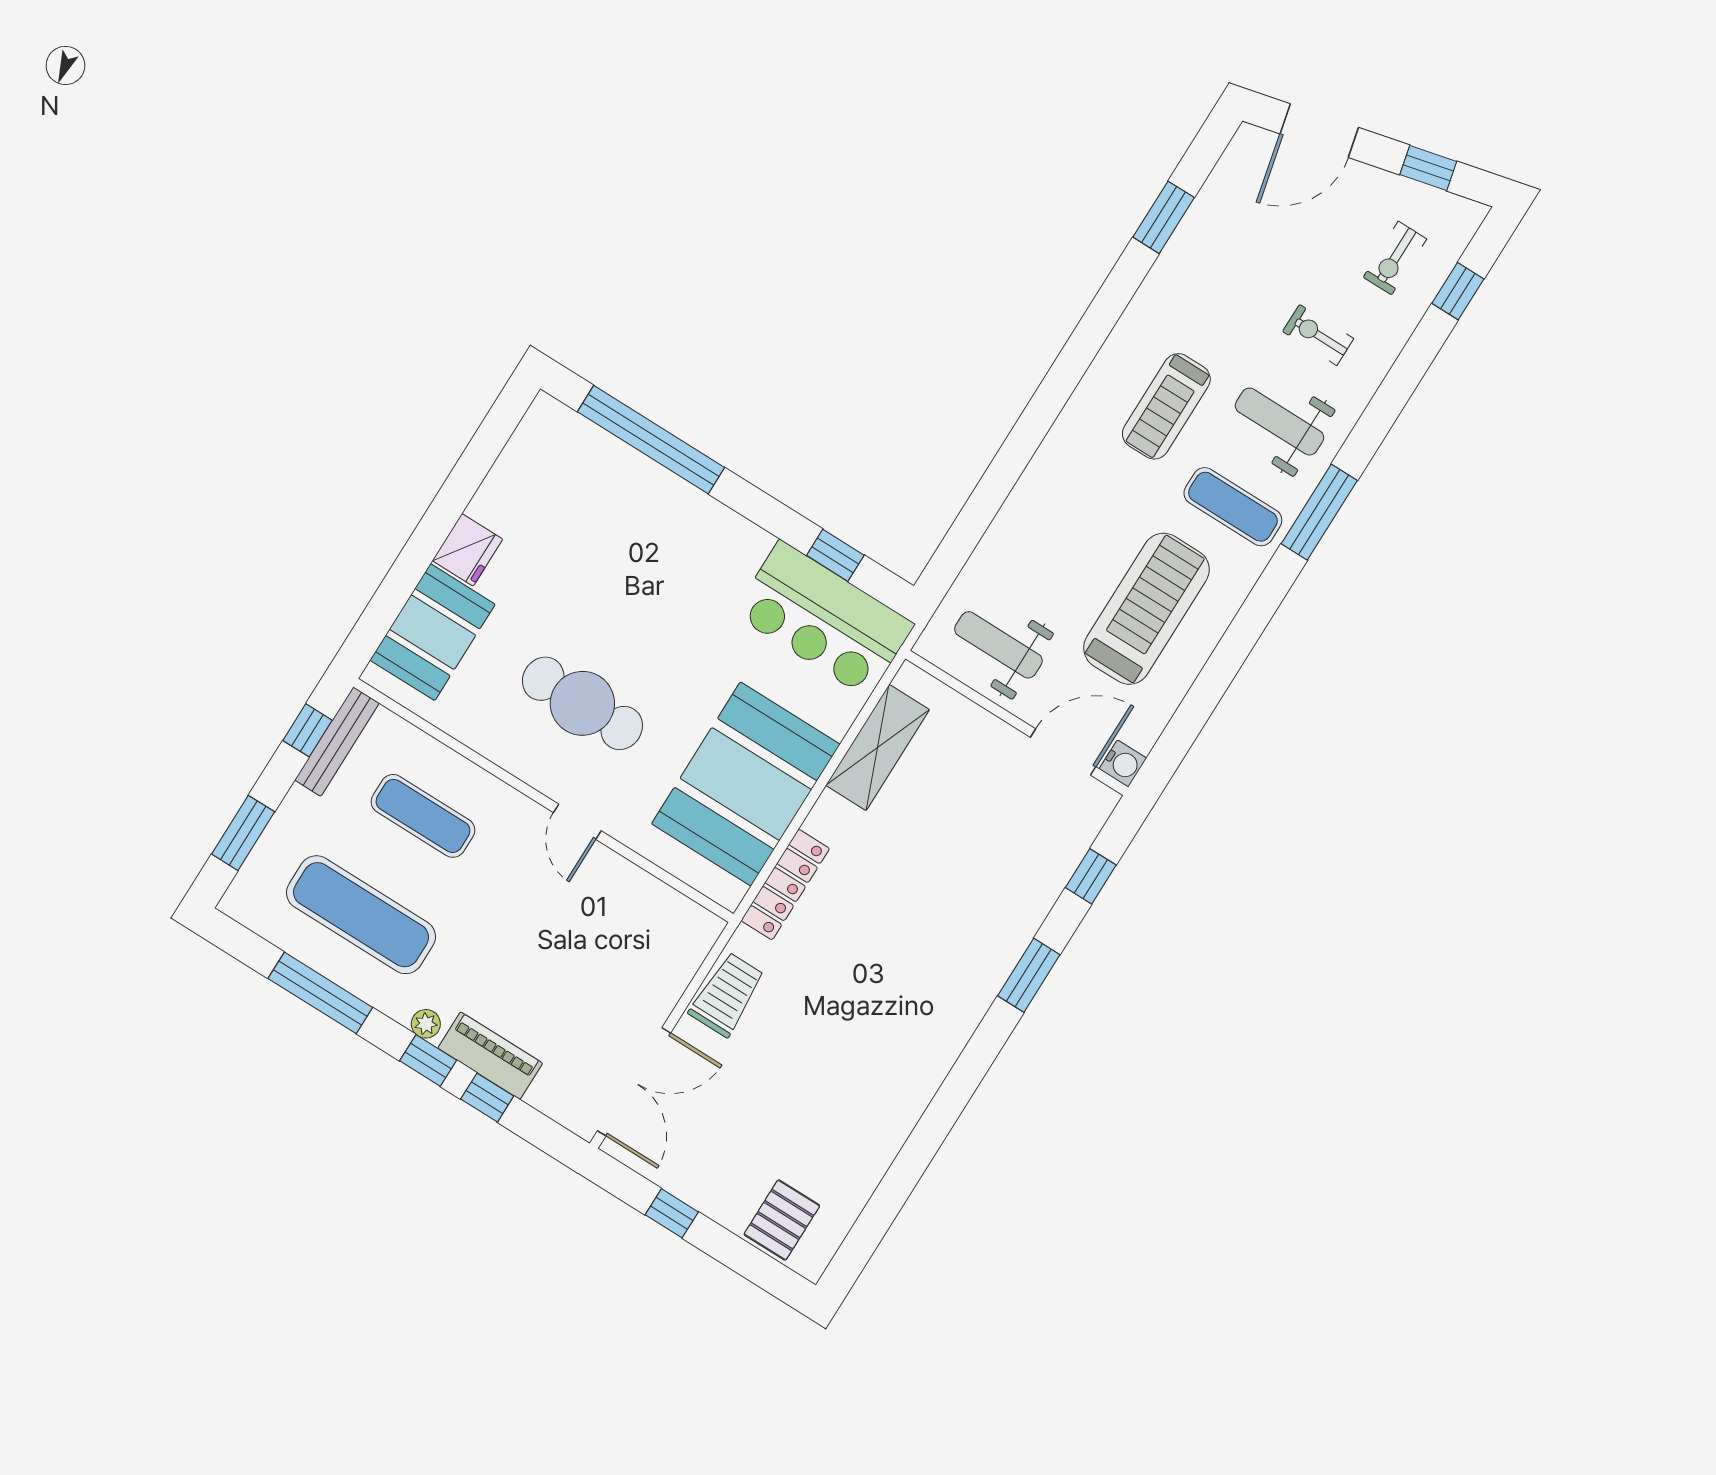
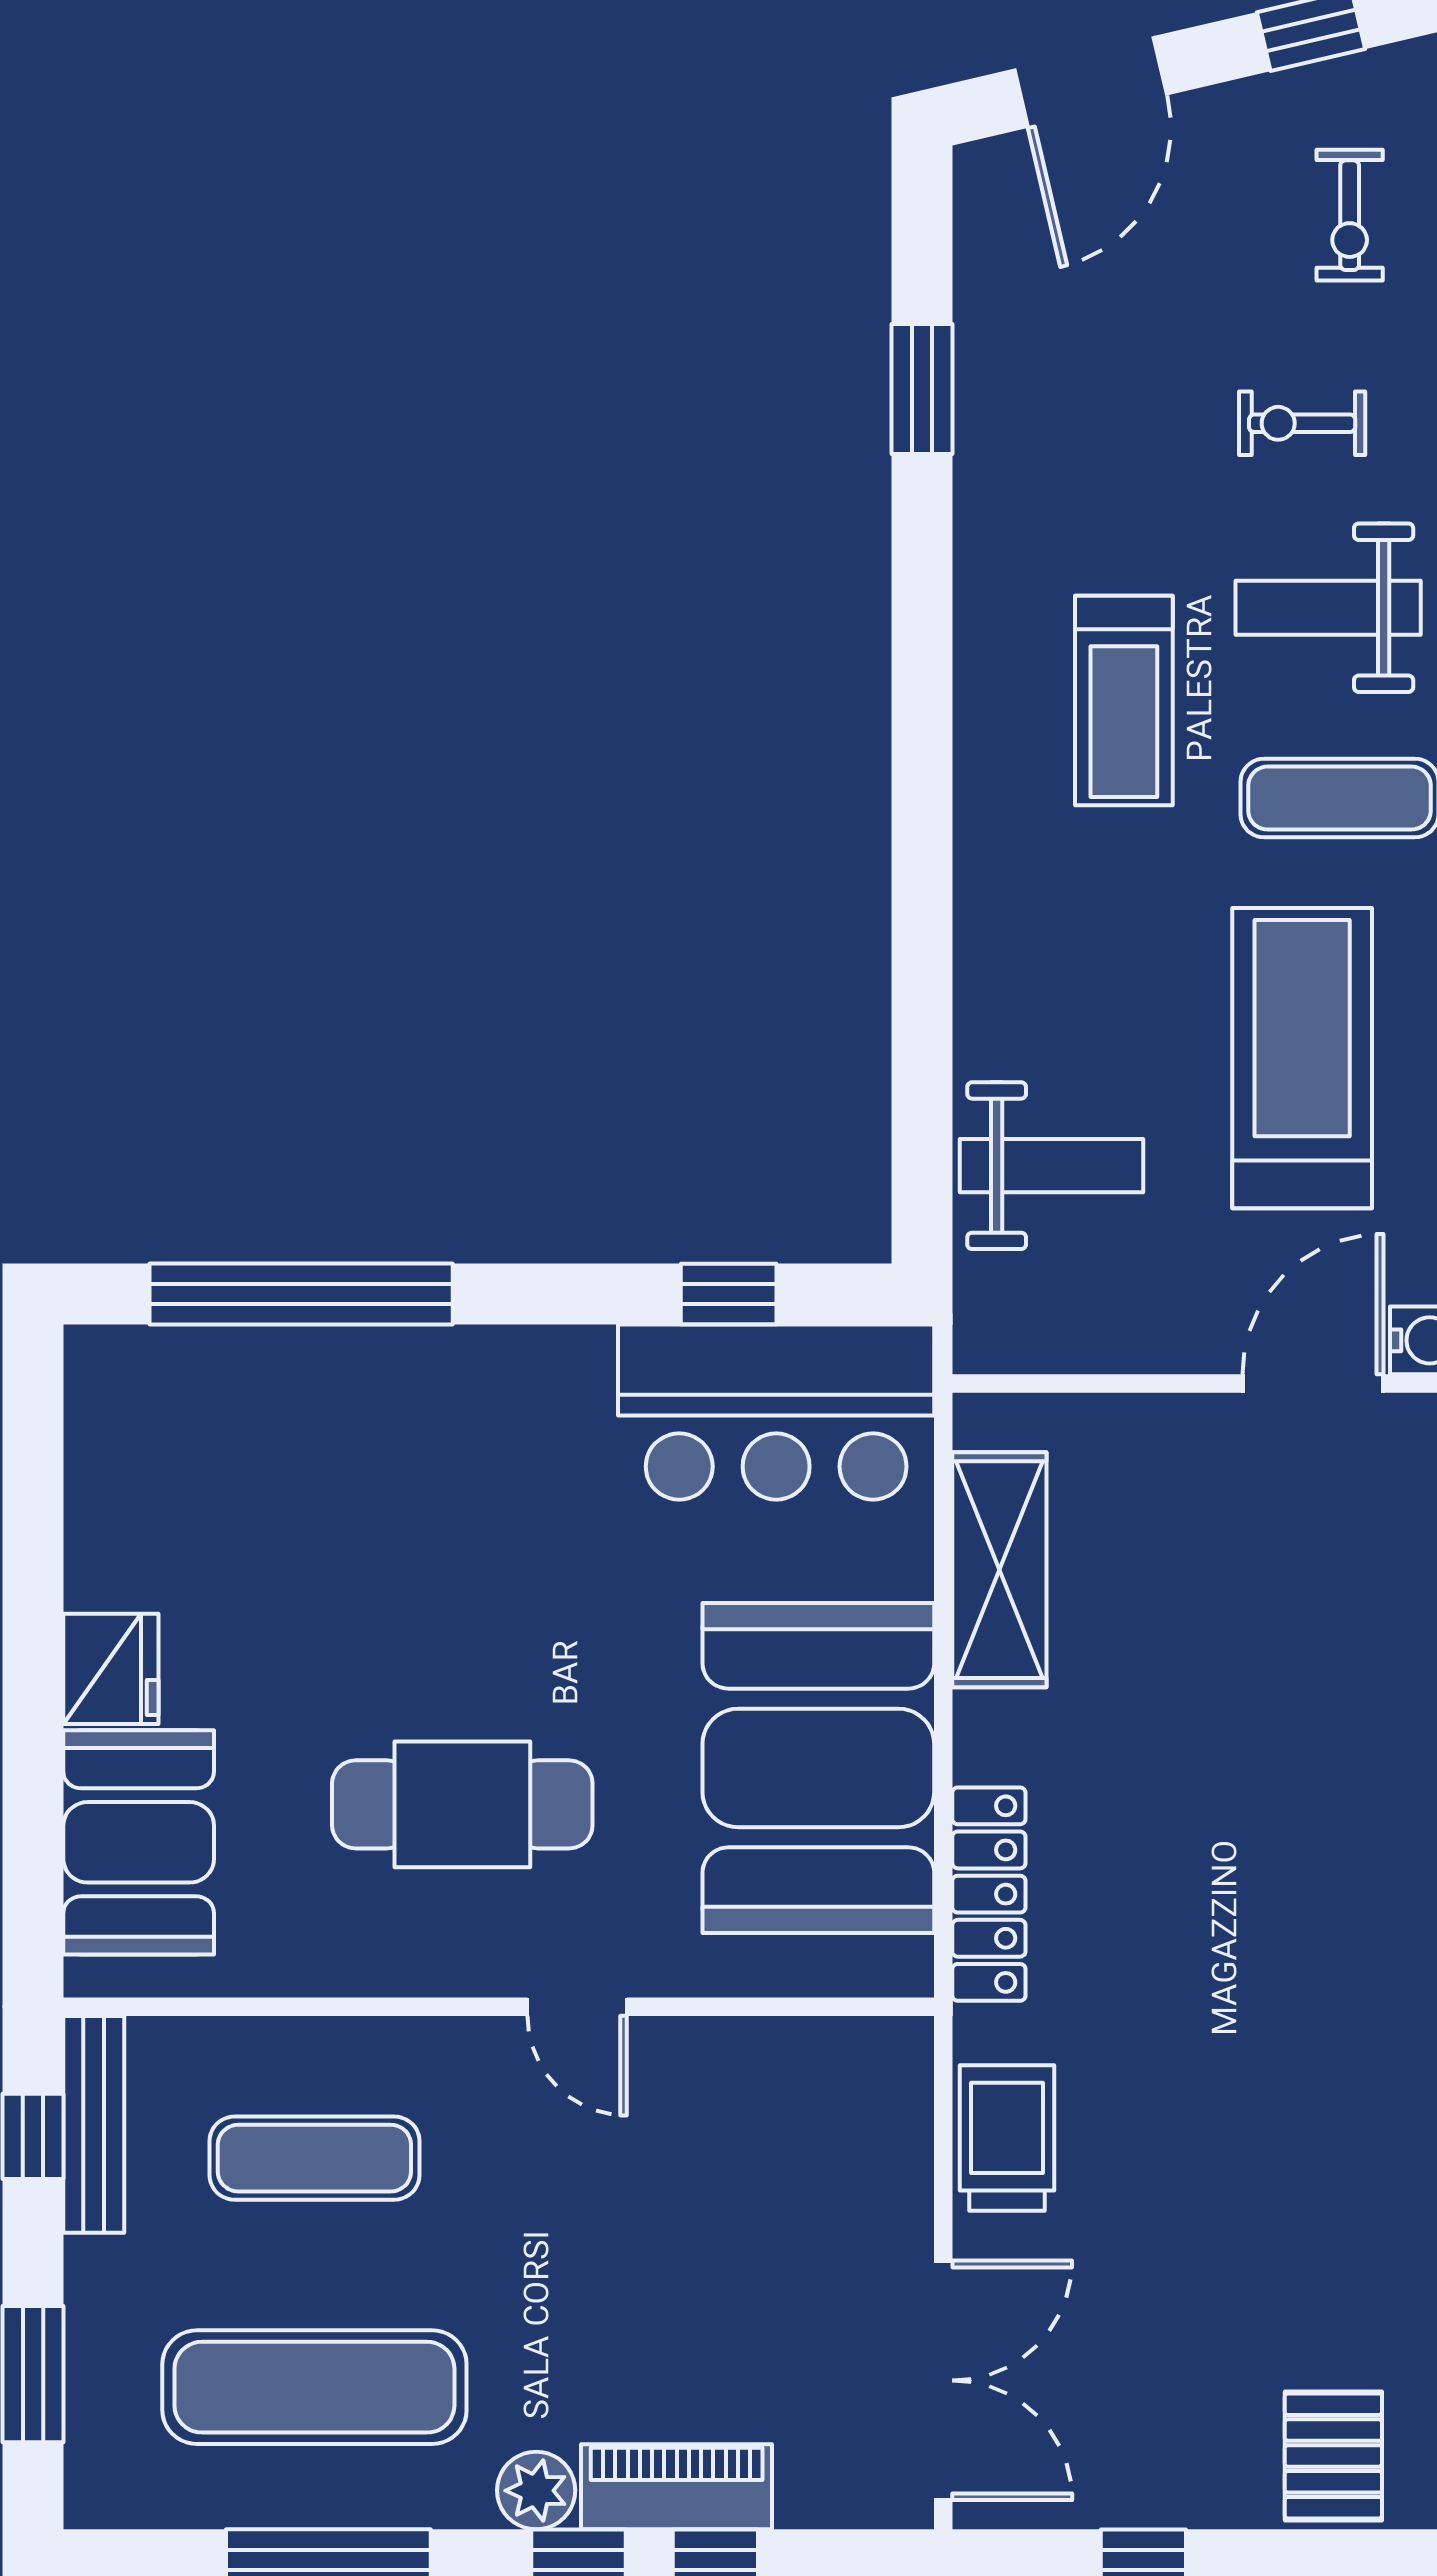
weight bench: (998, 645) -> (1052, 1166), moved, turned 180
plant: (426, 1024) -> (536, 2491), width x1.38, depth x1.38

